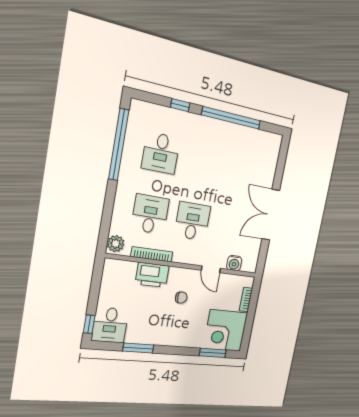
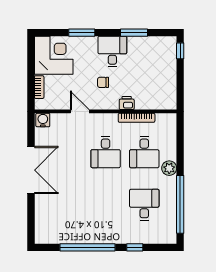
plant: (116, 244) -> (169, 168), moved
water cooler: (234, 263) -> (43, 120), moved
printer: (152, 275) -> (127, 103), width x0.53, depth x0.68
desk: (110, 325) -> (112, 51), moved
window: (213, 353) -> (82, 33), moved

